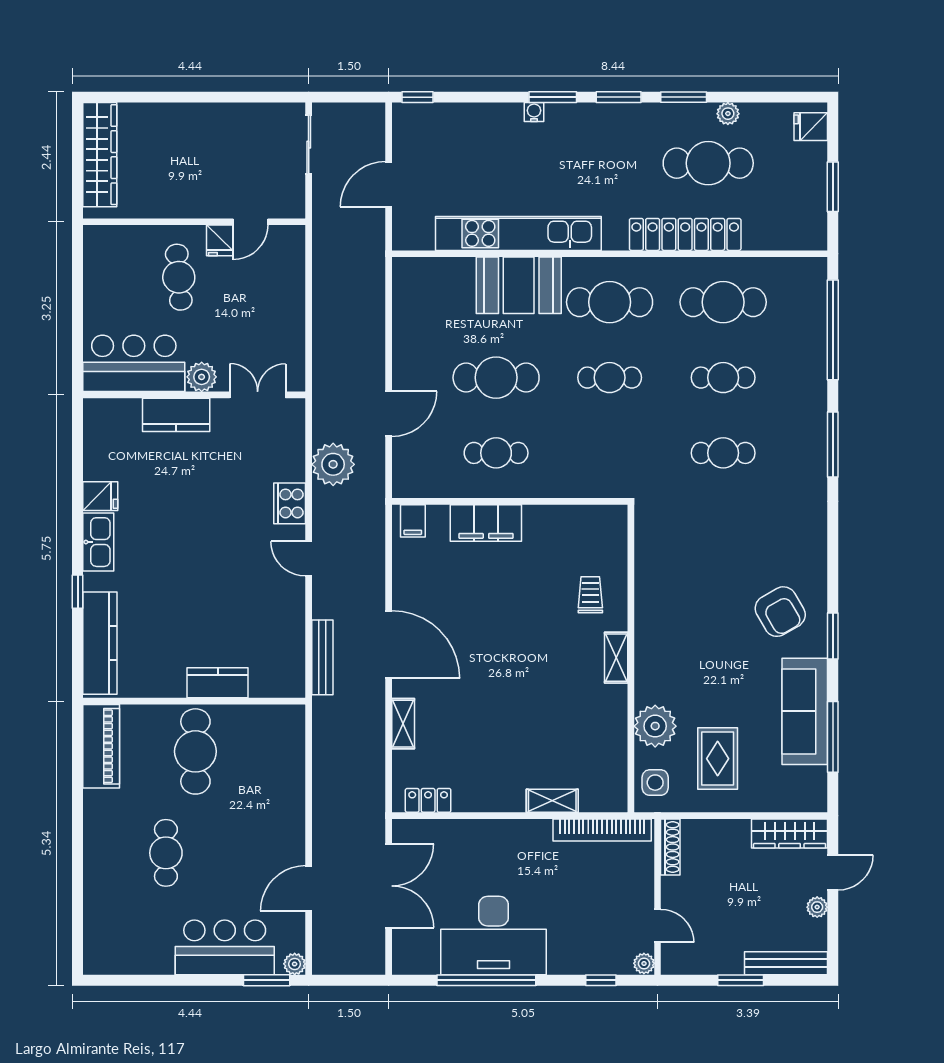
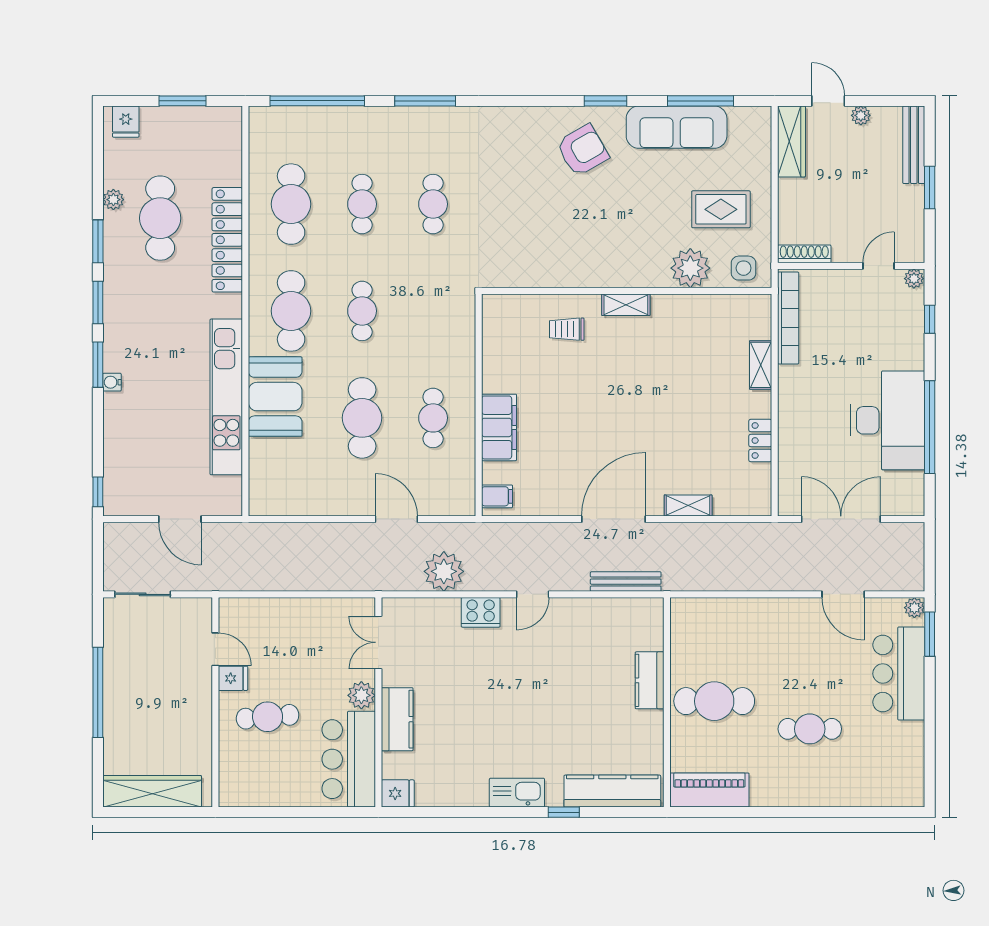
window: (205, 97) -> (98, 692), added
fridge: (100, 496) -> (398, 793), moved, turned 90
locker: (428, 800) -> (760, 441), moved

